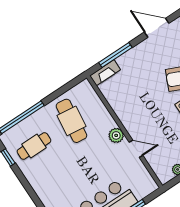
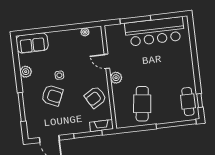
armchair: (128, 101) -> (95, 97), added
cafe table: (34, 146) -> (188, 102), moved, turned 90

